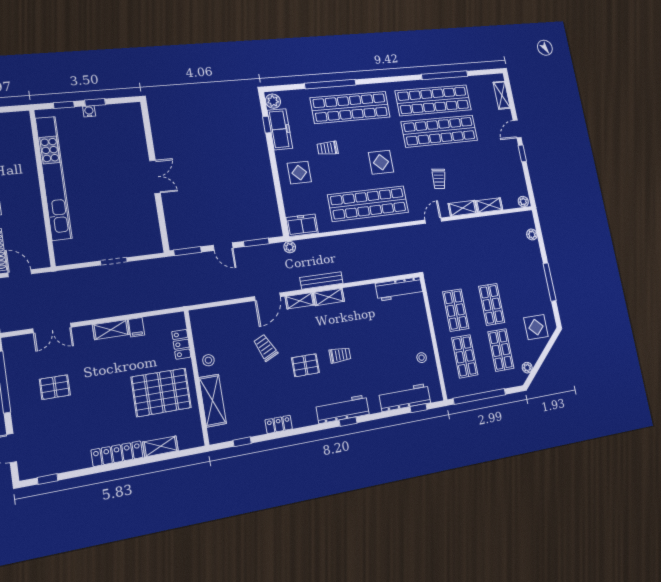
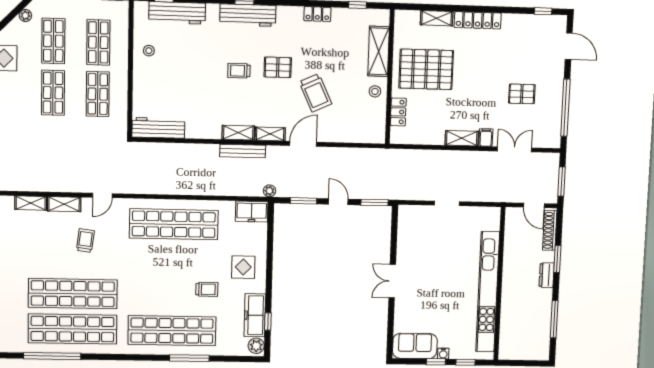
window: (330, 84) -> (189, 358), width x0.68
sofa: (120, 116) -> (415, 346), added
display table: (381, 162) -> (150, 267), removed
filing cabinet: (136, 327) -> (486, 138), moved
trolley: (266, 348) -> (315, 93), width x1.36, depth x1.39

